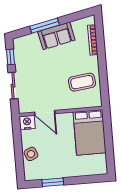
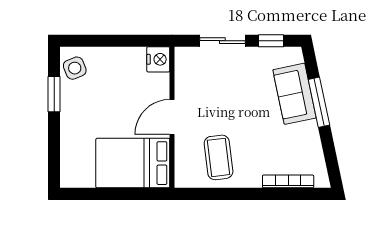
sofa: (56, 36) -> (294, 94), moved
door: (45, 113) -> (172, 117), moved
side table: (31, 154) -> (75, 68), moved

